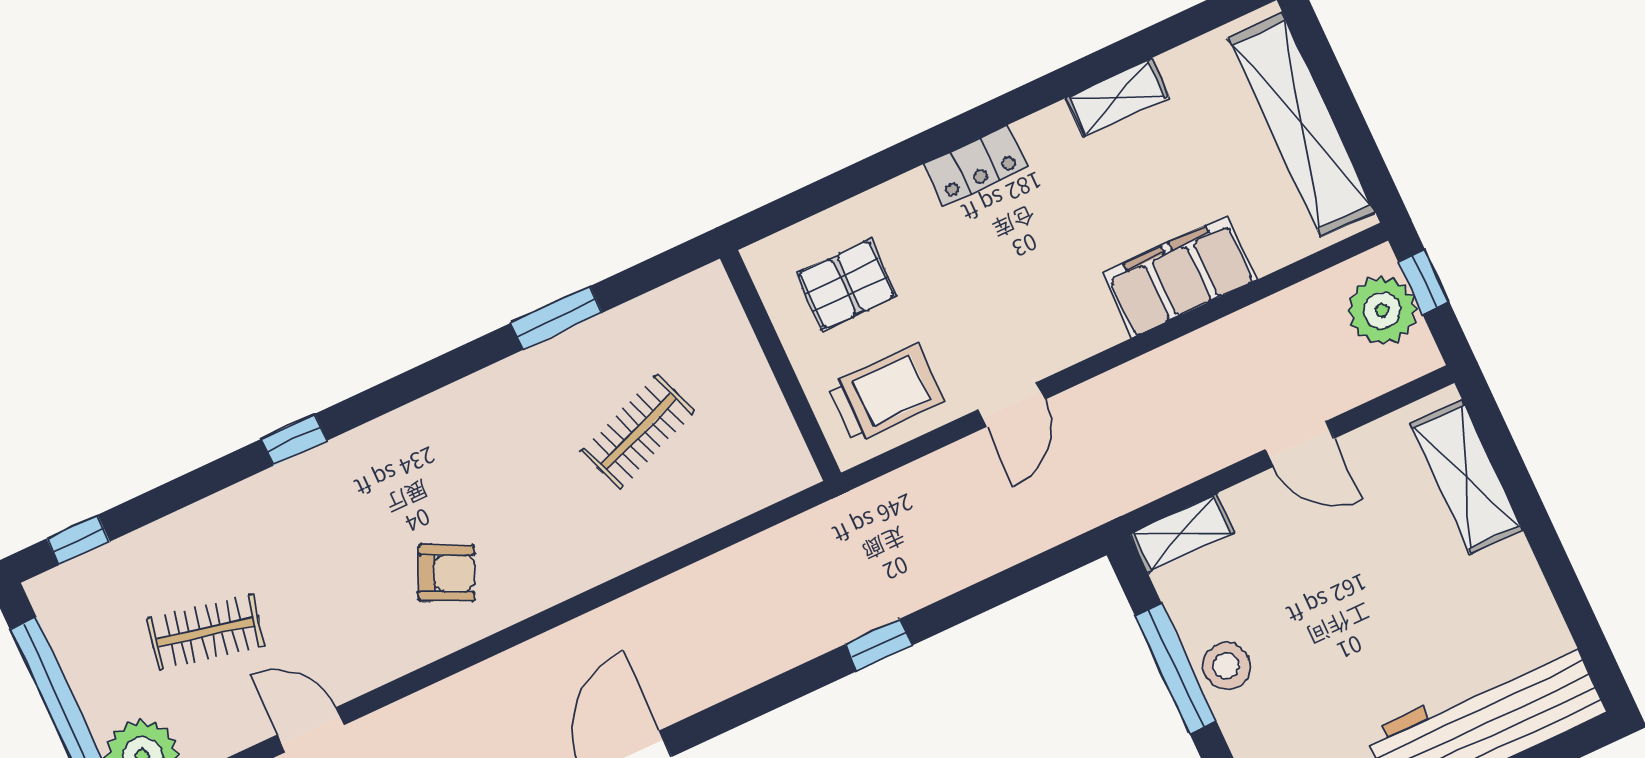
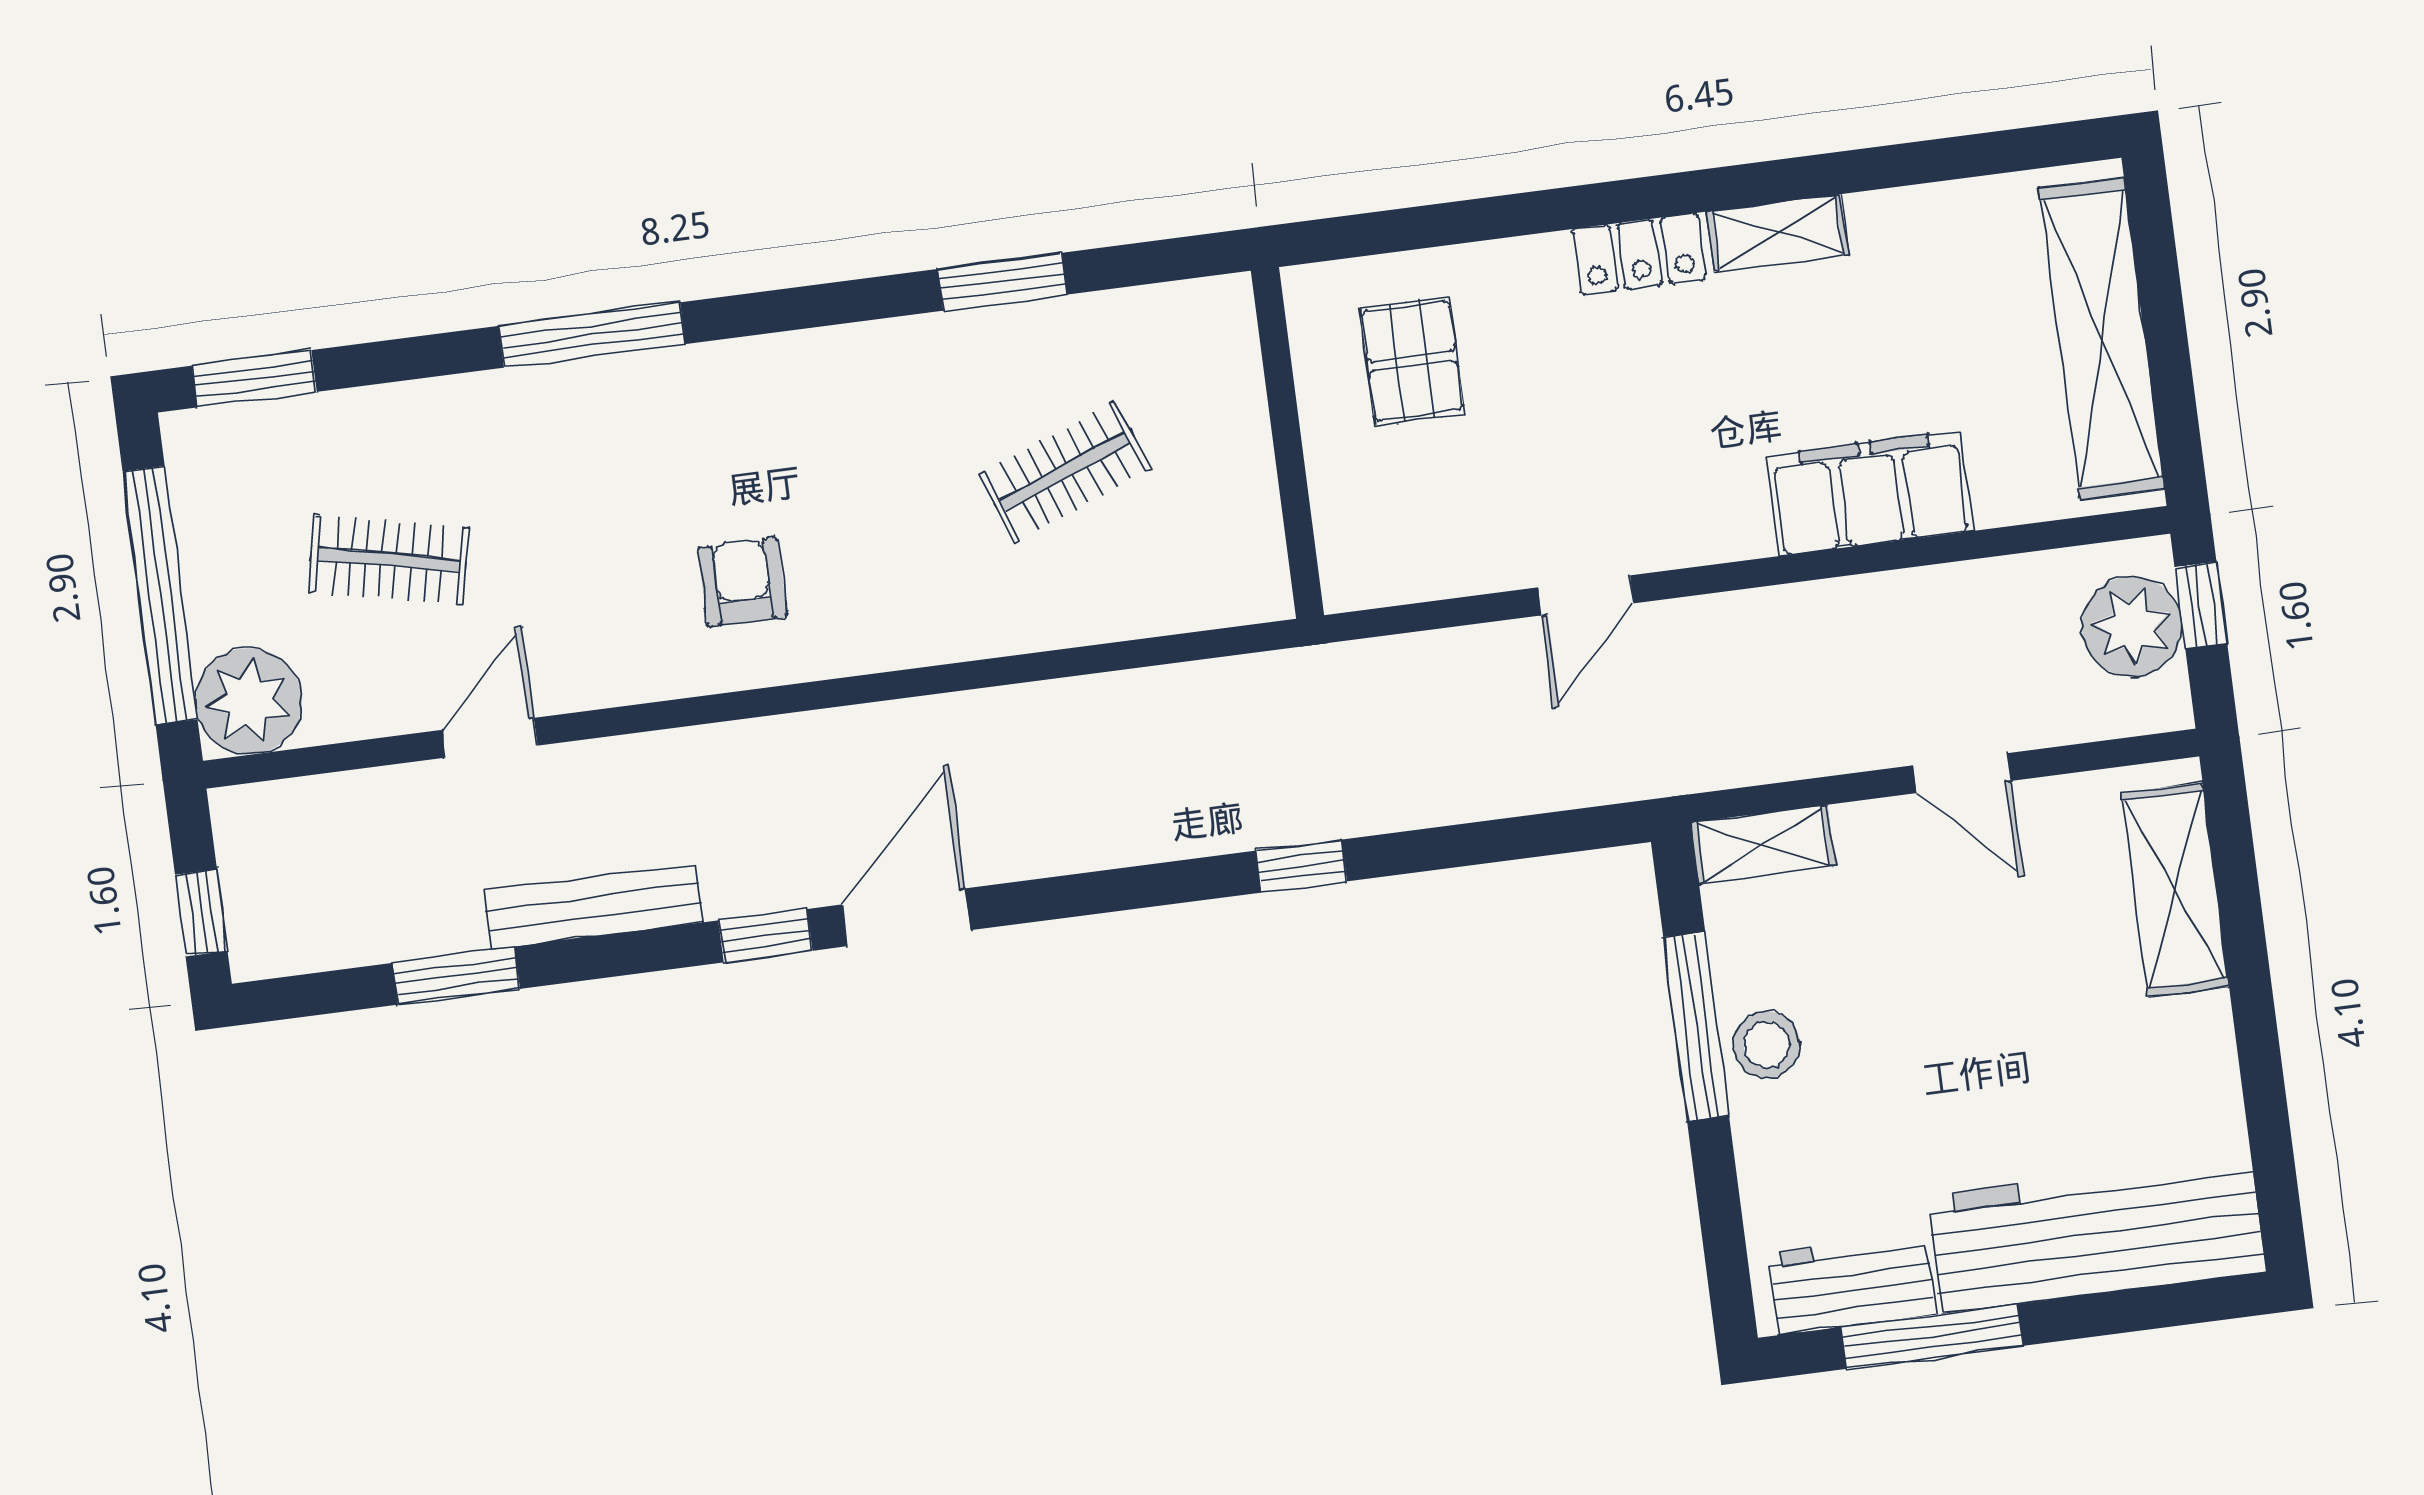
shelving: (1117, 97) -> (1778, 233), moved
pallet: (846, 285) -> (1412, 361), turned 90
trolley: (886, 393) -> (1419, 526), removed
window: (294, 440) -> (592, 335), width x2.17
window: (78, 540) -> (254, 379), width x1.50
armchair: (446, 573) -> (742, 582), turned -115
door: (311, 730) -> (490, 738), hinge flipped

